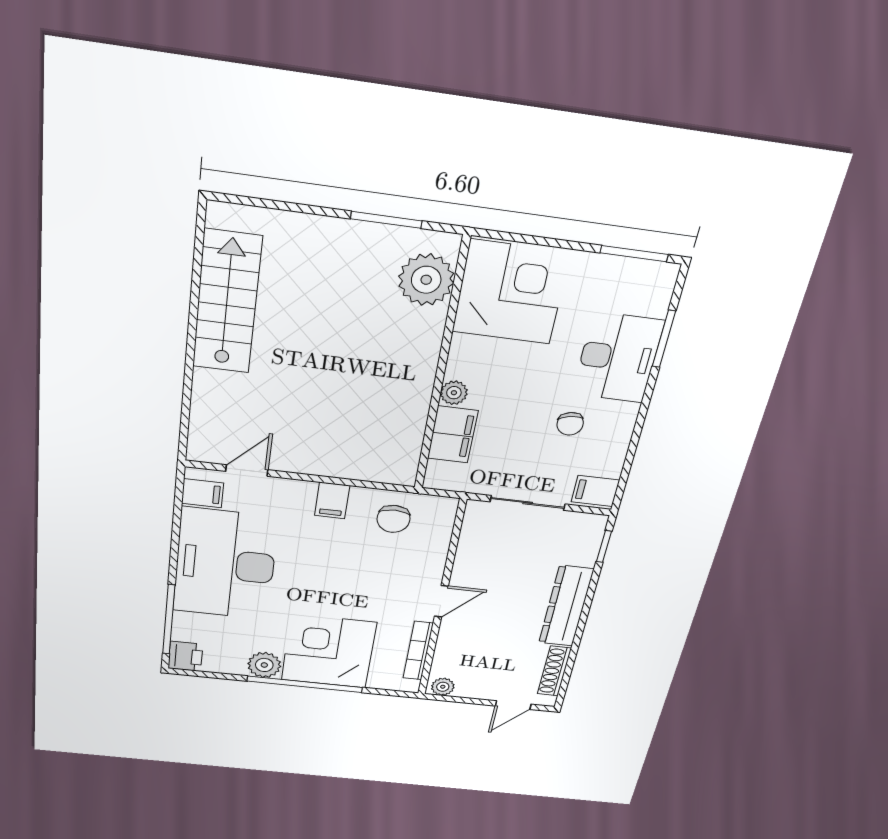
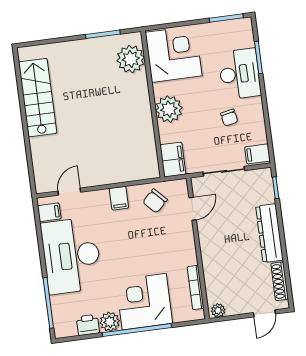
plant: (454, 393) -> (169, 109), width x1.87, depth x1.87
filing cabinet: (453, 435) -> (173, 160), moved
chair: (394, 519) -> (155, 201), turned 46
door: (441, 601) -> (193, 209), moved
printer: (185, 656) -> (88, 325), moved, turned -90

